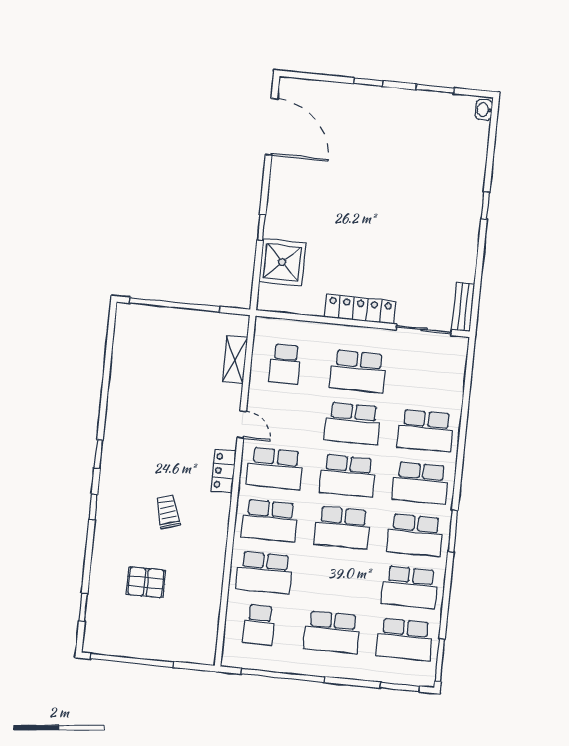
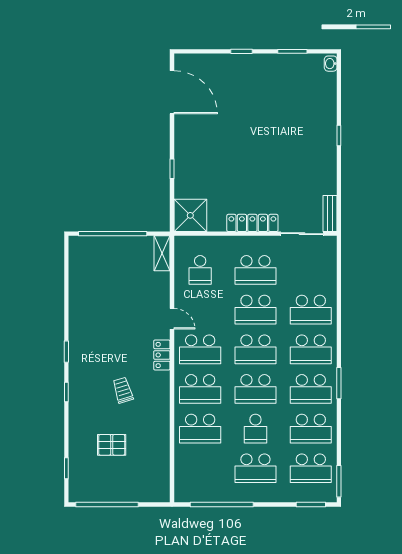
shower: (282, 262) -> (190, 215), moved
shelving: (235, 360) -> (162, 253), moved
school desk: (259, 625) -> (255, 429), moved

